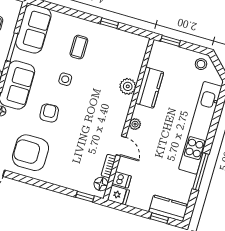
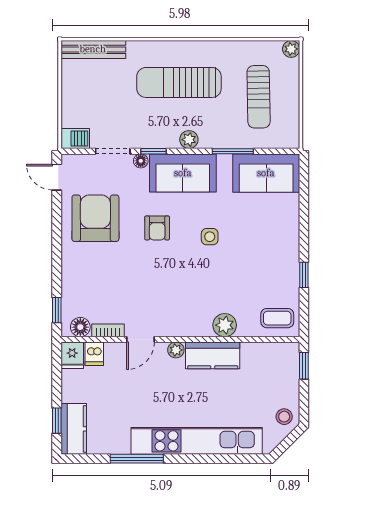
coffee table: (79, 47) -> (277, 318), moved
kitchen counter: (150, 88) -> (213, 355), moved
armchair: (49, 113) -> (157, 228), turned 94

